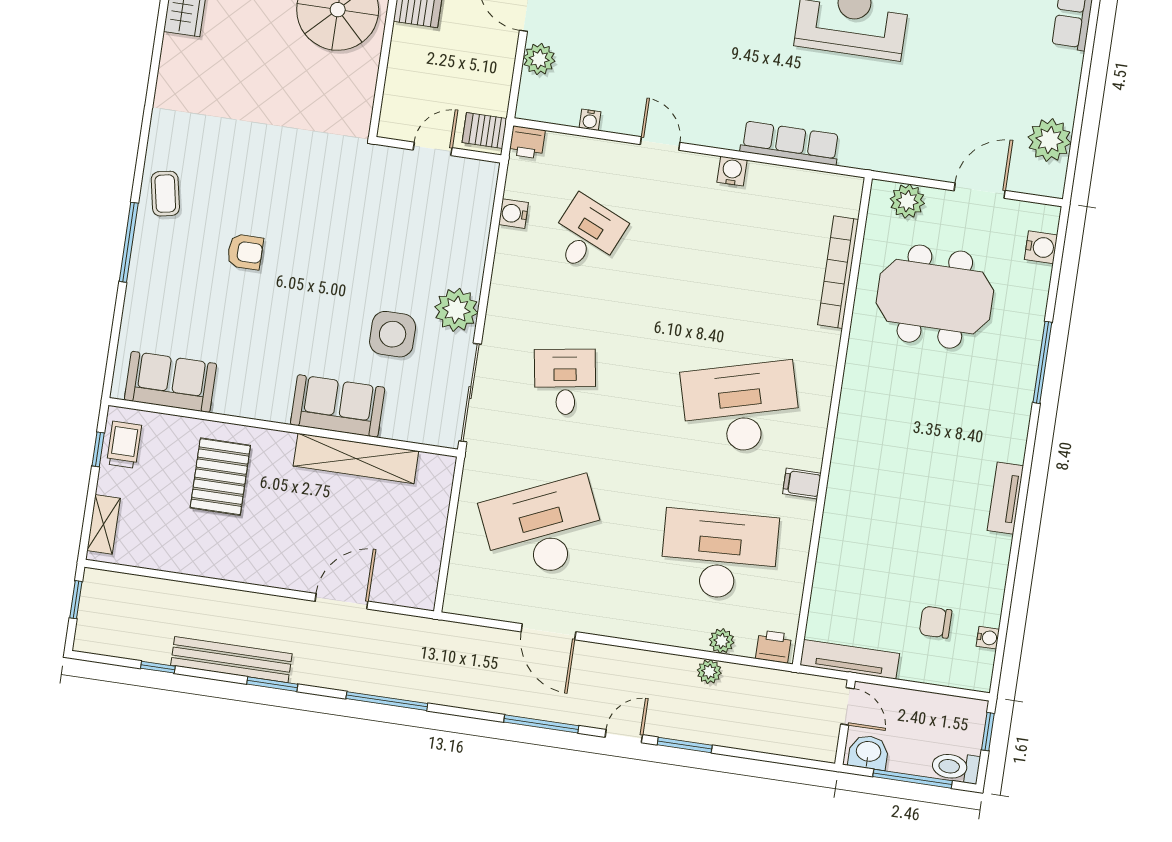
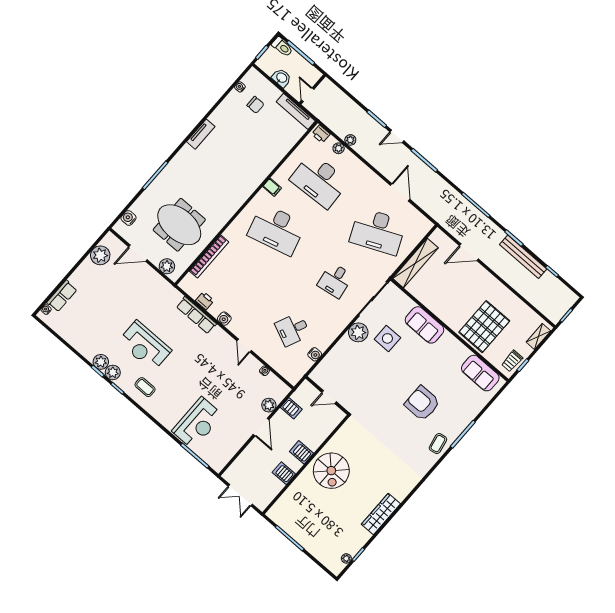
server rack: (485, 131) -> (291, 408), moved
printer: (527, 142) -> (205, 301), moved
armchair: (245, 252) -> (422, 403), width x1.88, depth x1.88
shelving: (356, 458) -> (415, 263), moved, turned 90
pallet: (220, 477) -> (484, 327), width x1.37, depth x1.41
washbasin: (868, 752) -> (281, 78), moved, turned 180

